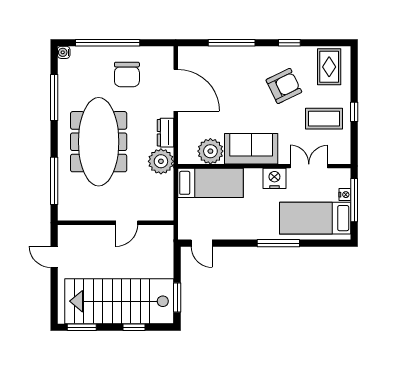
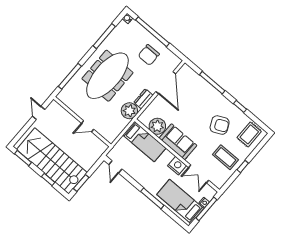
double door: (309, 166) -> (199, 174), swing flipped

